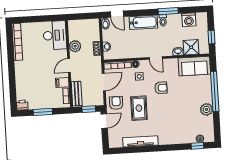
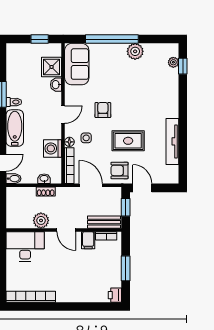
washing machine: (189, 20) -> (53, 148), moved, turned 180

